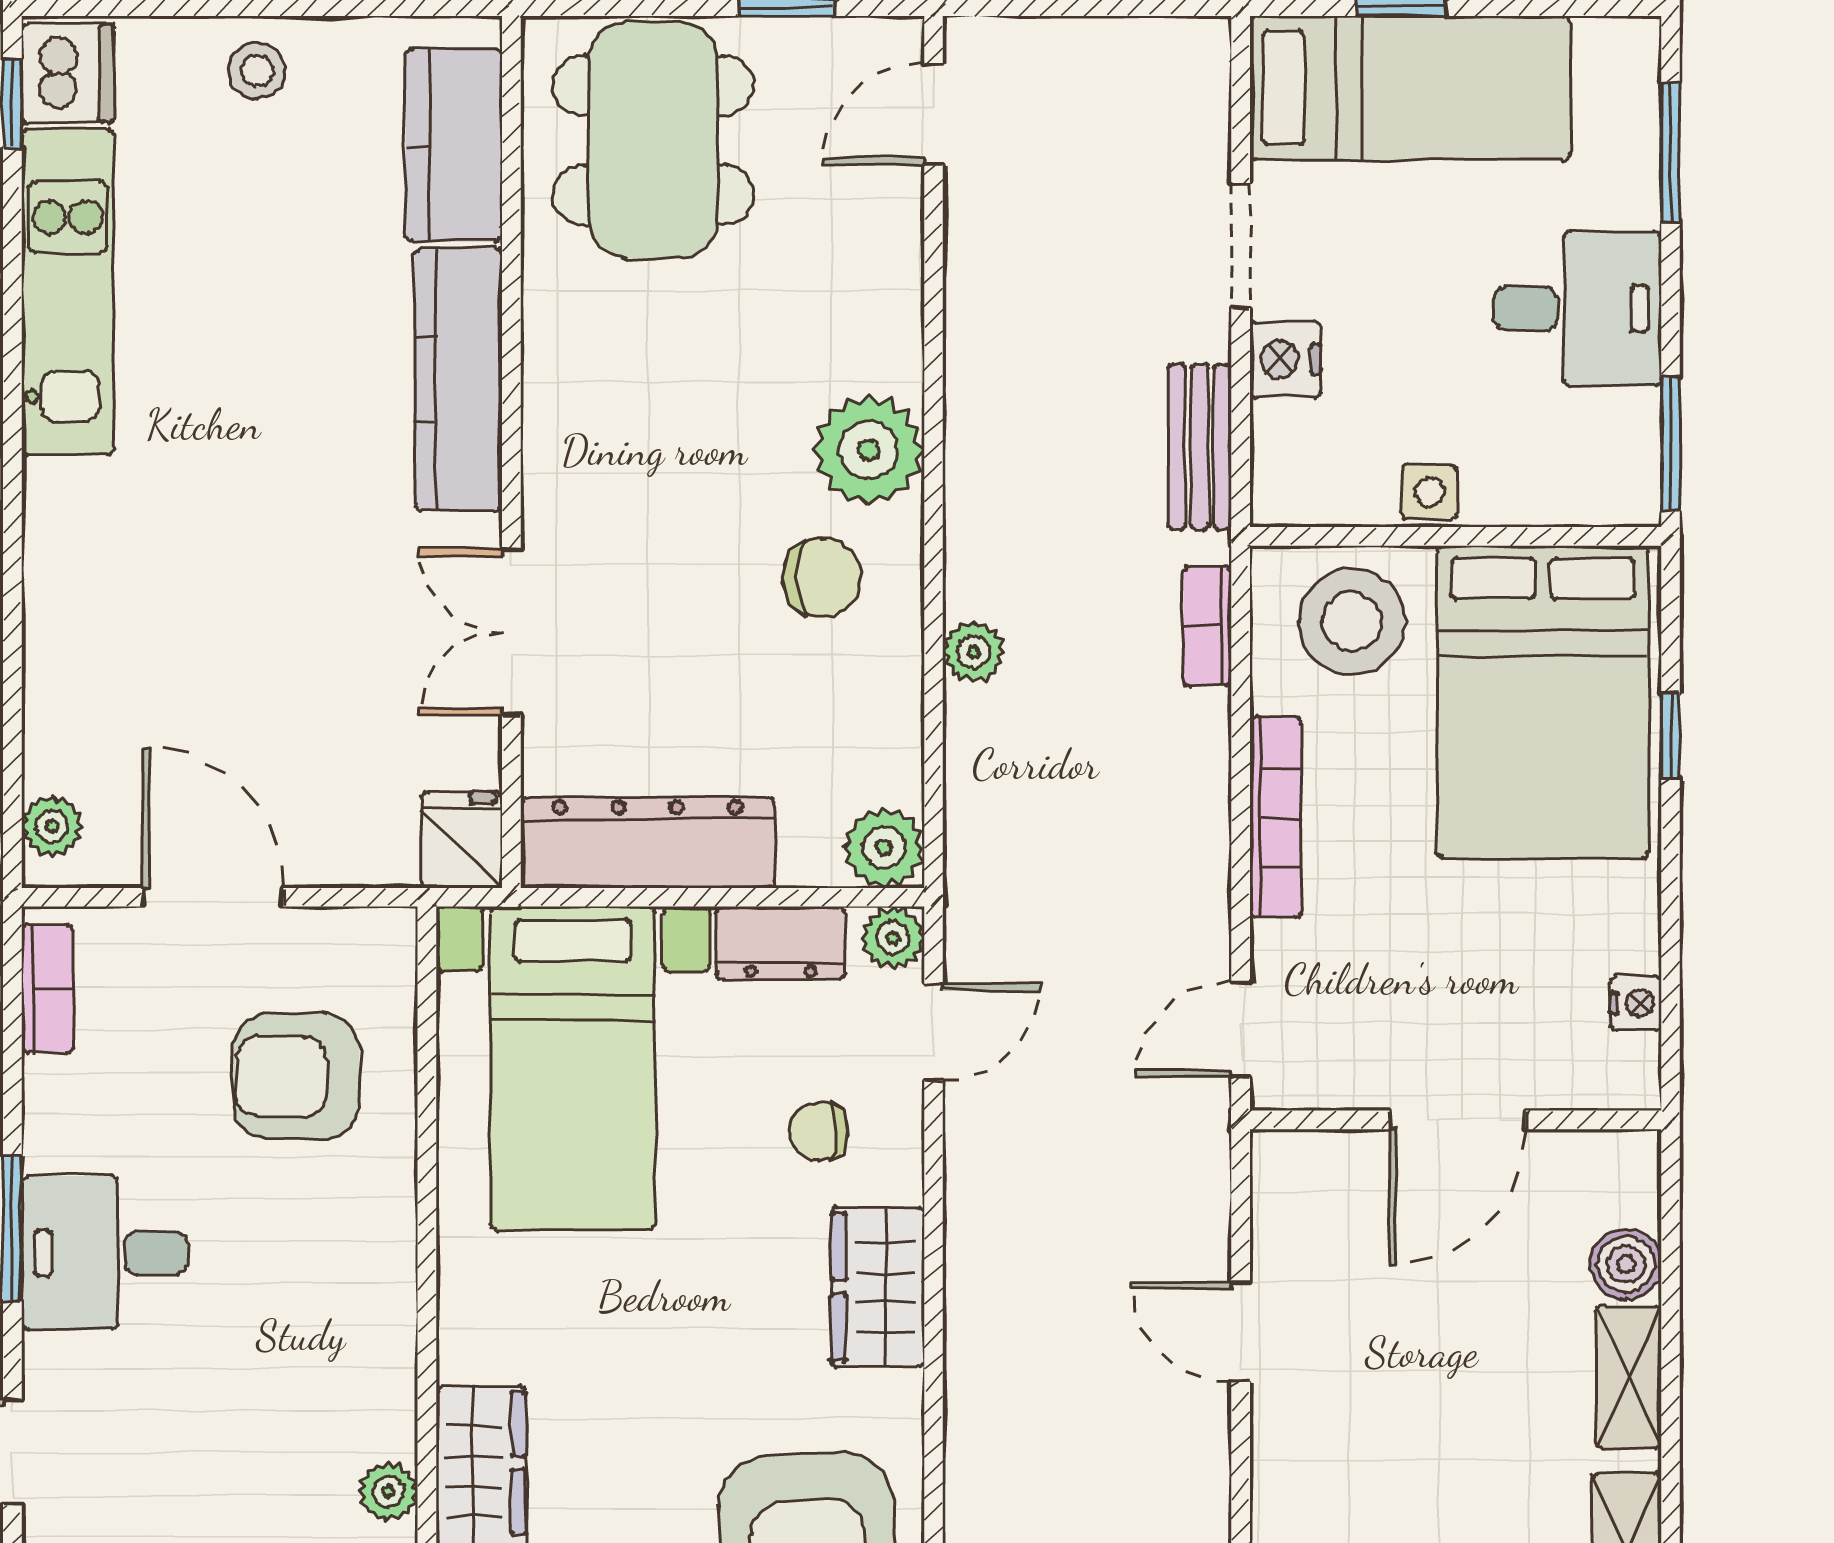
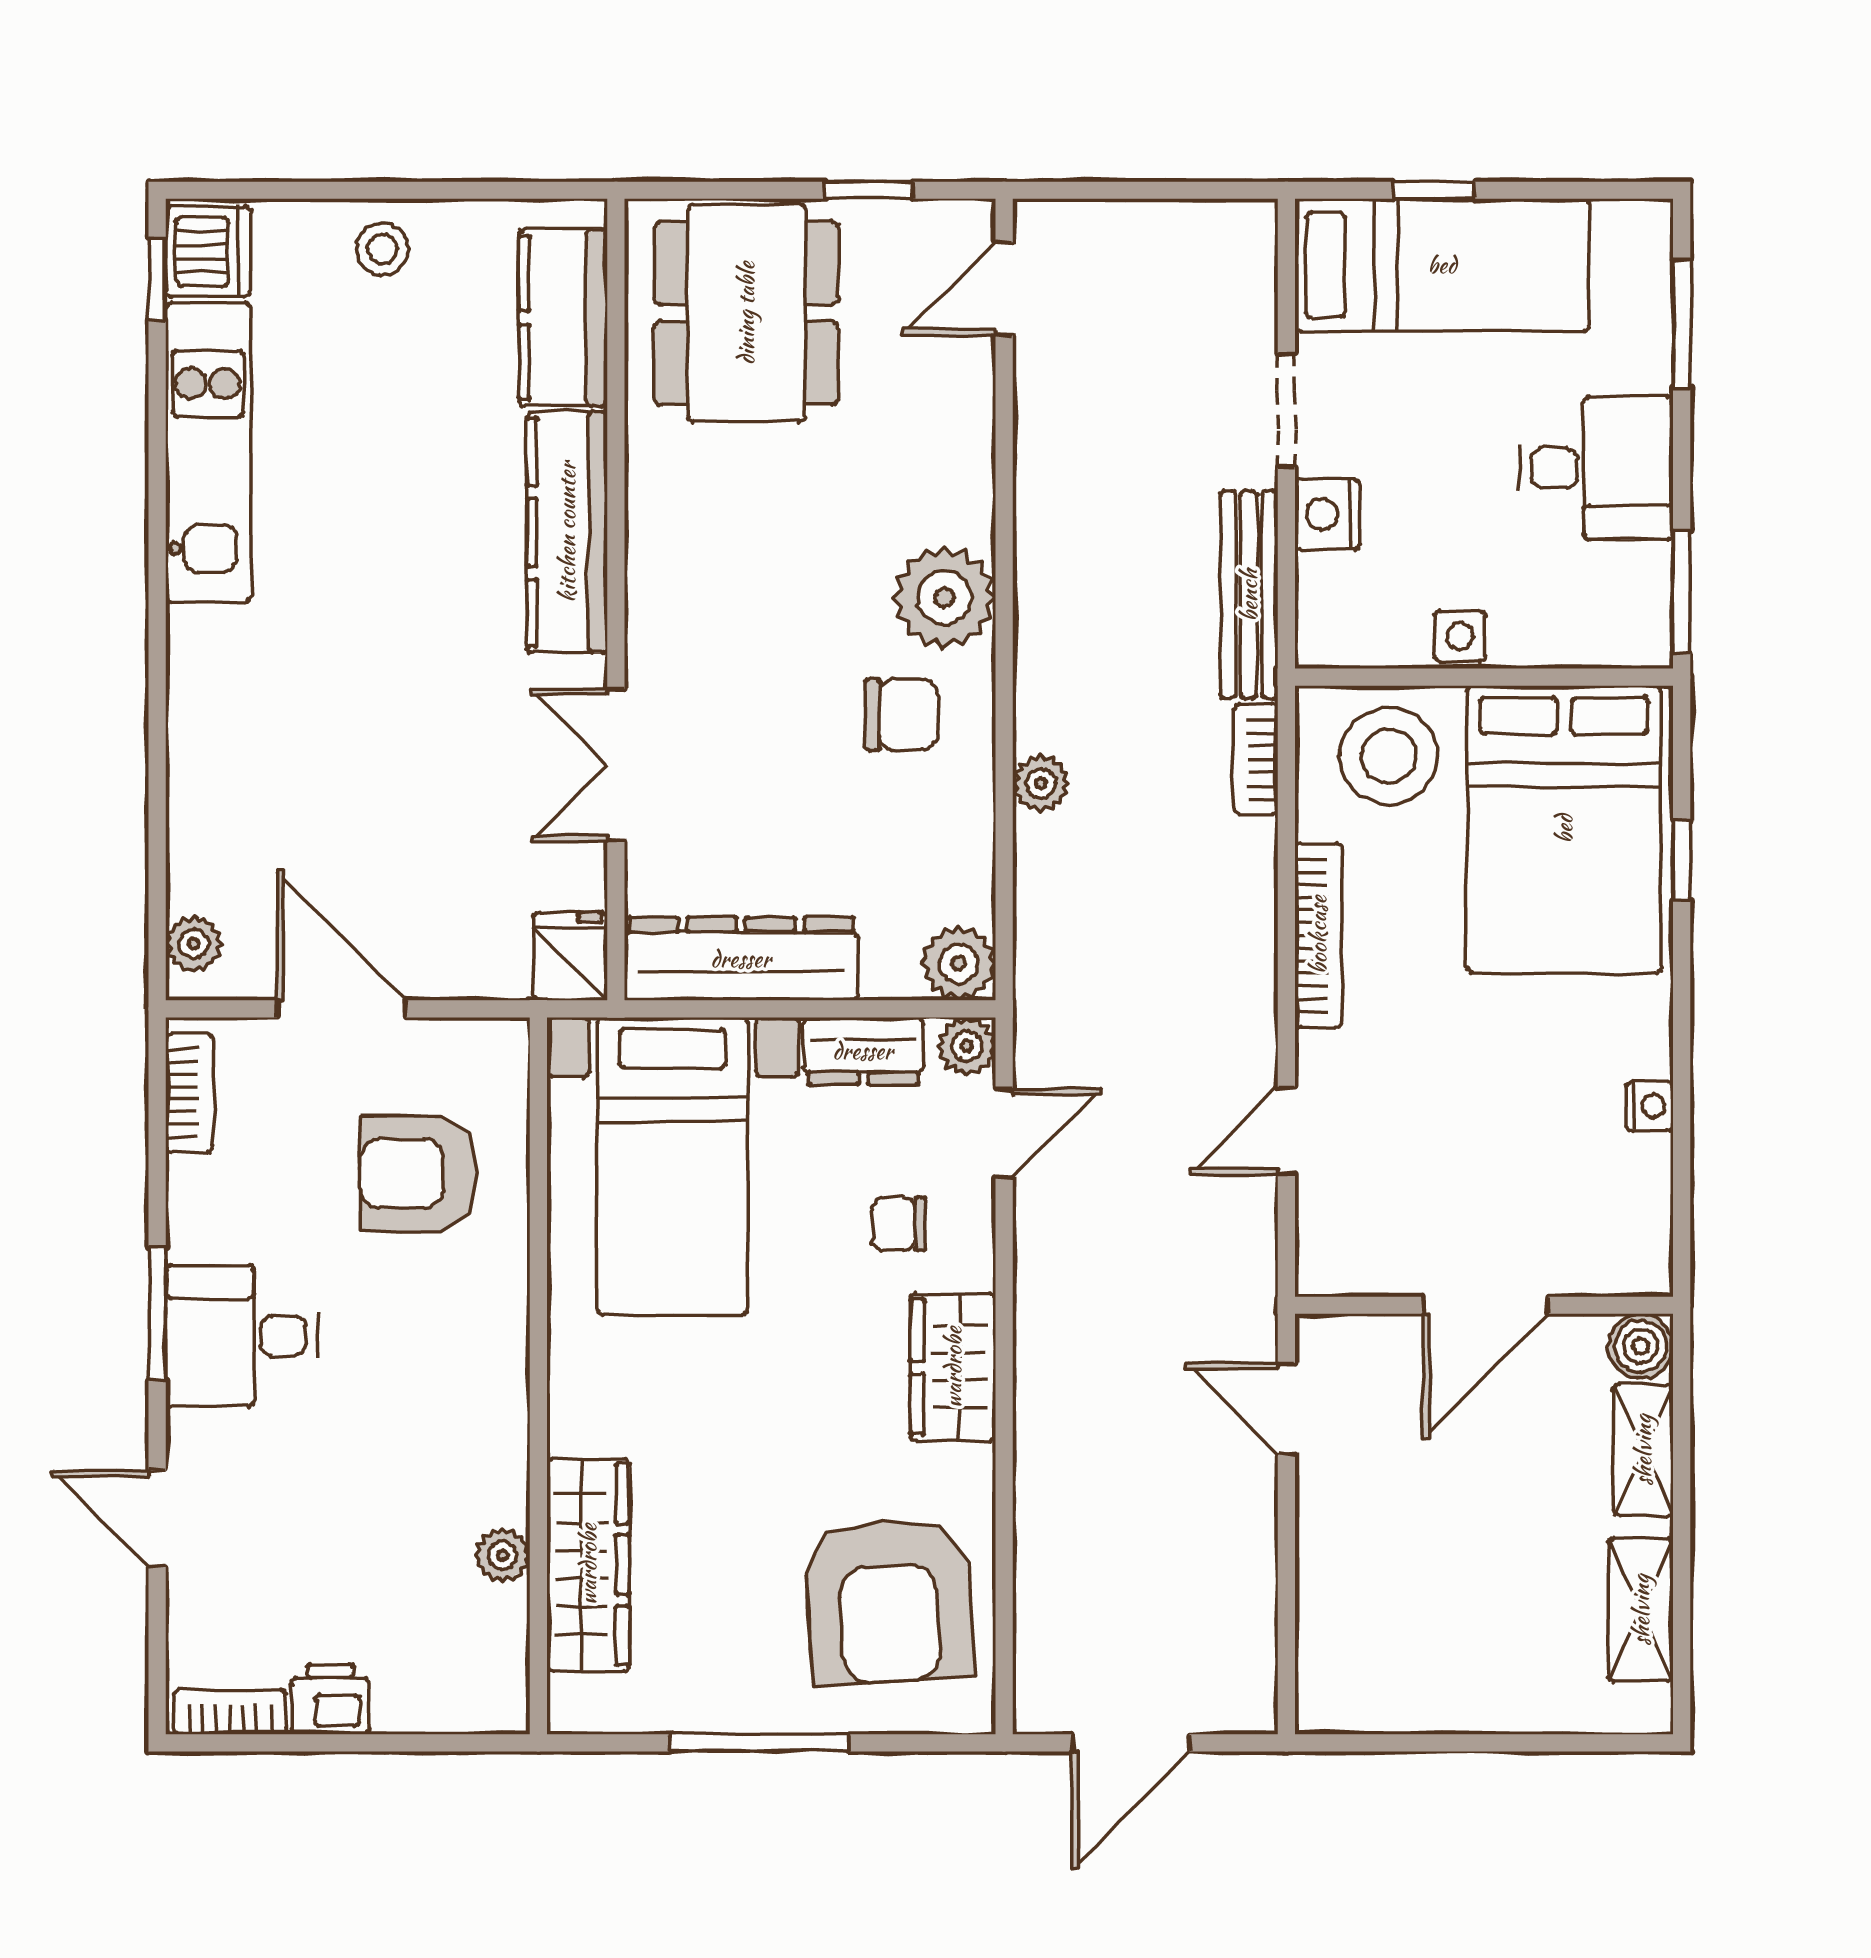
bench: (1200, 447) -> (1249, 595), width x1.36
wall: (1456, 1120) -> (1484, 1305), moved
door: (1458, 1120) -> (1486, 1305), moved

